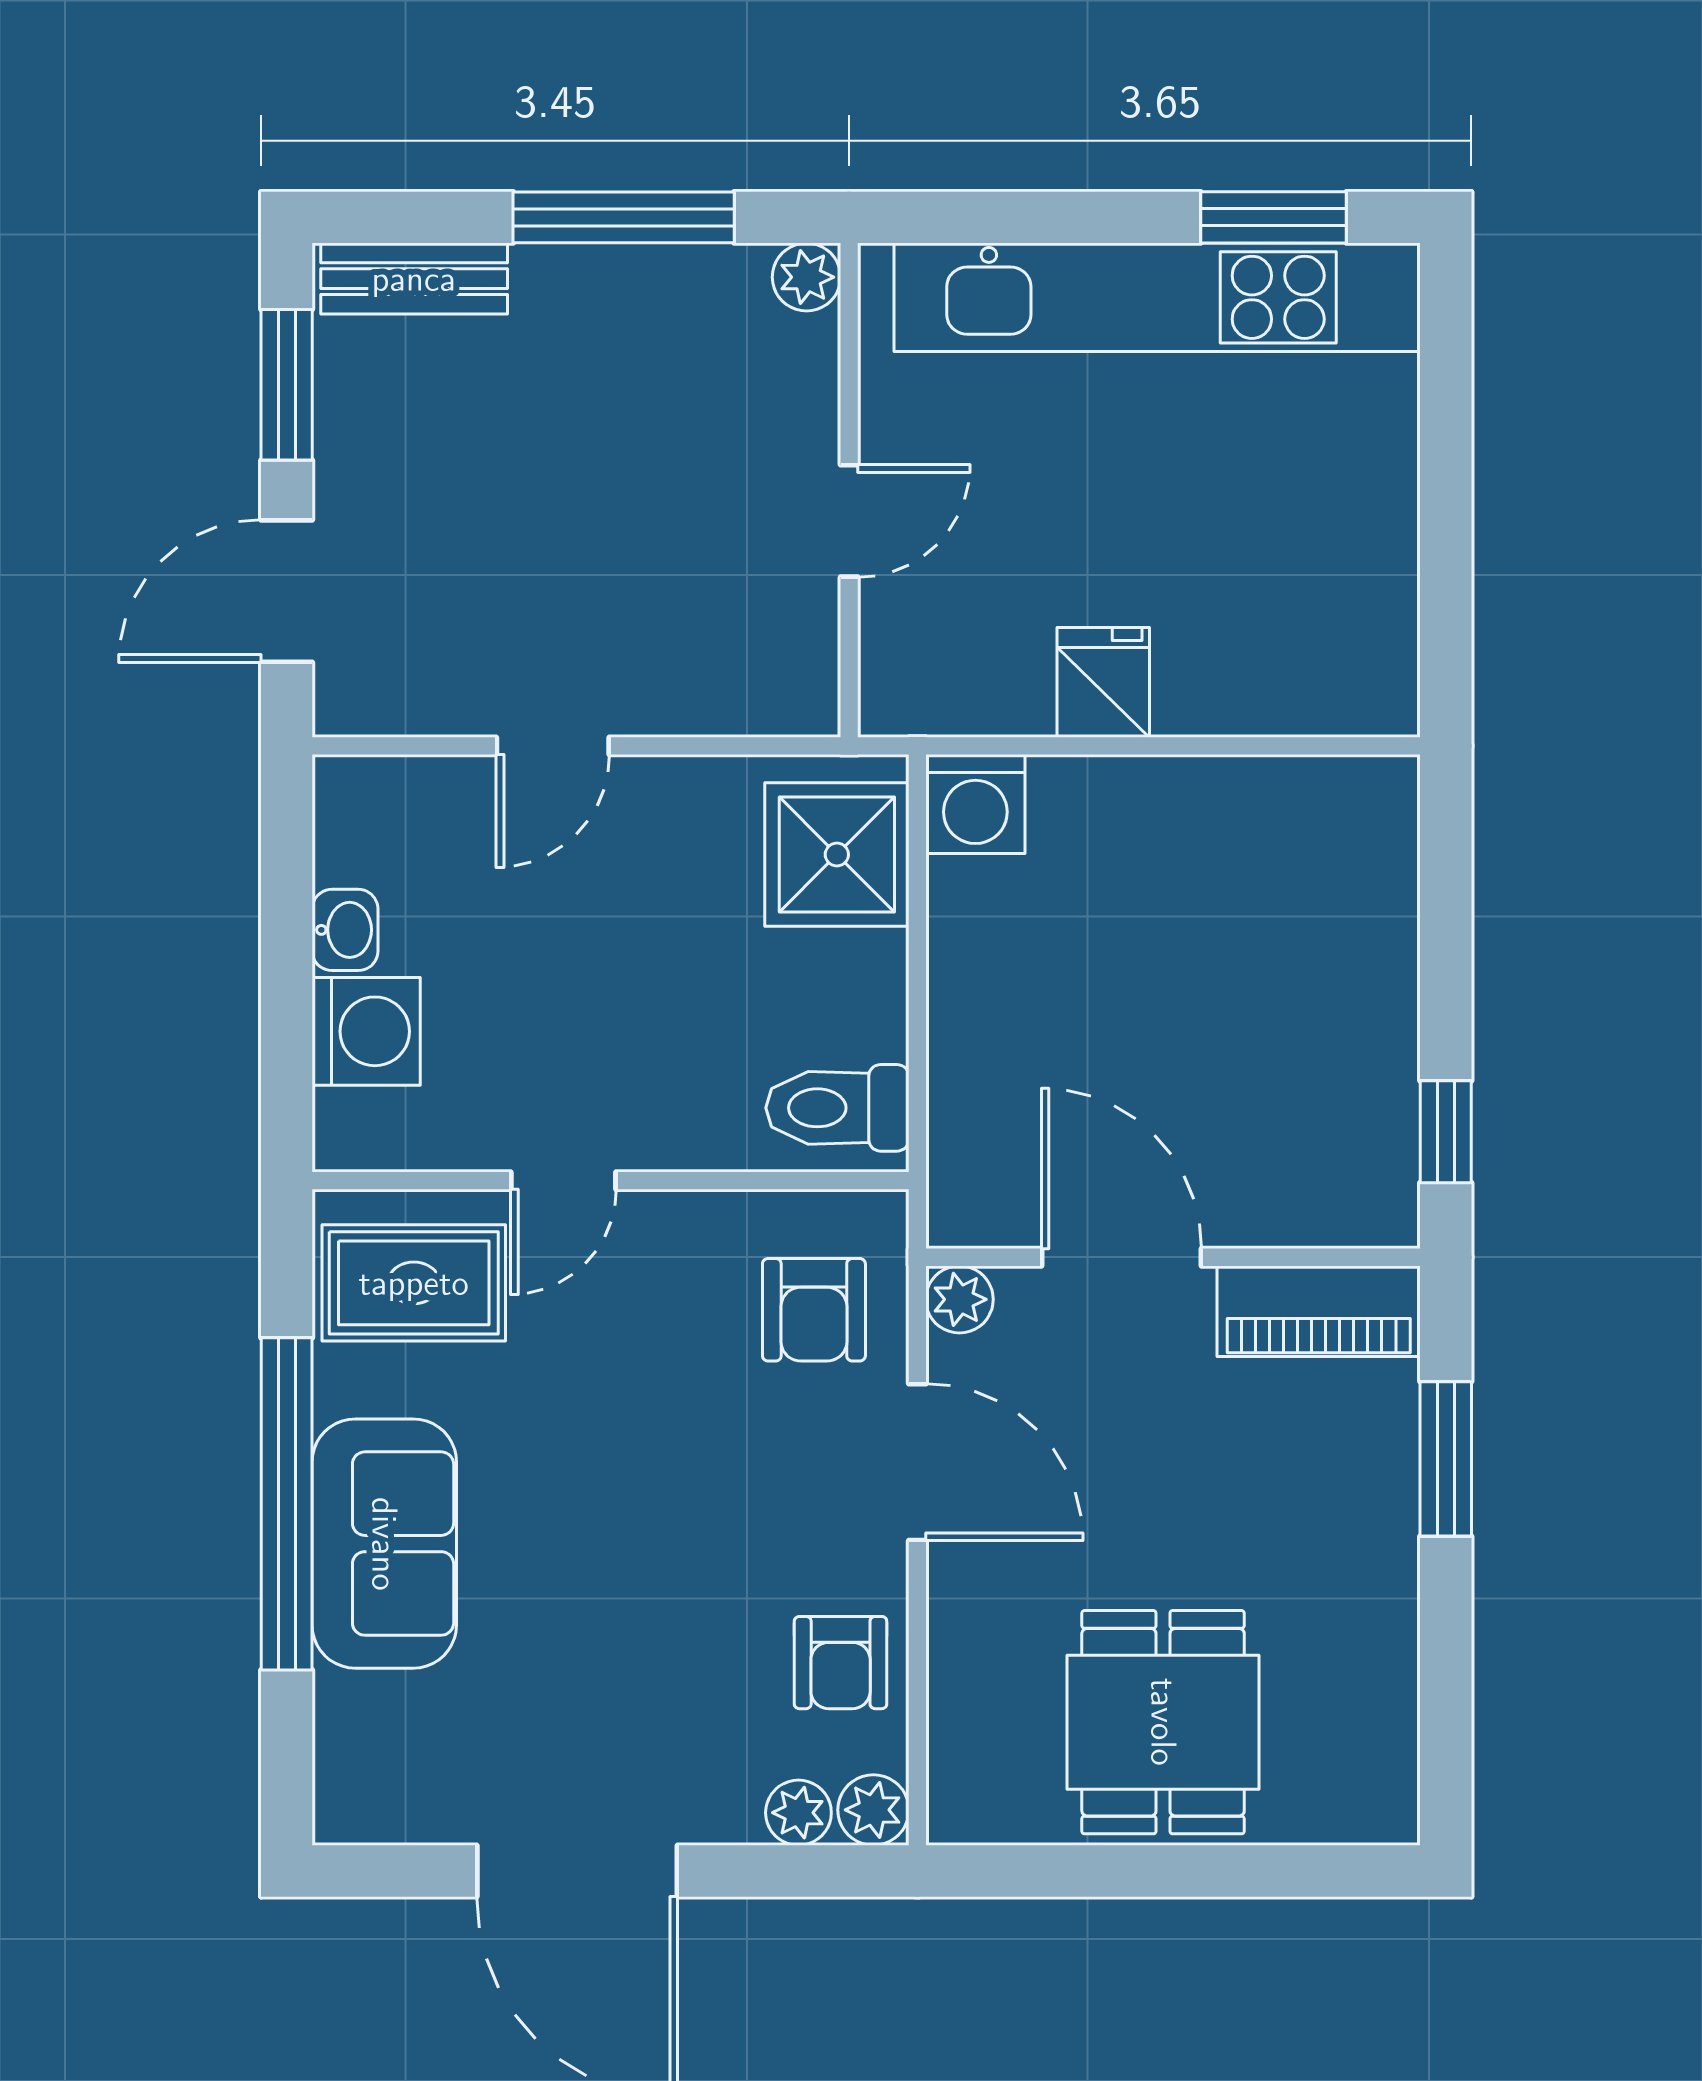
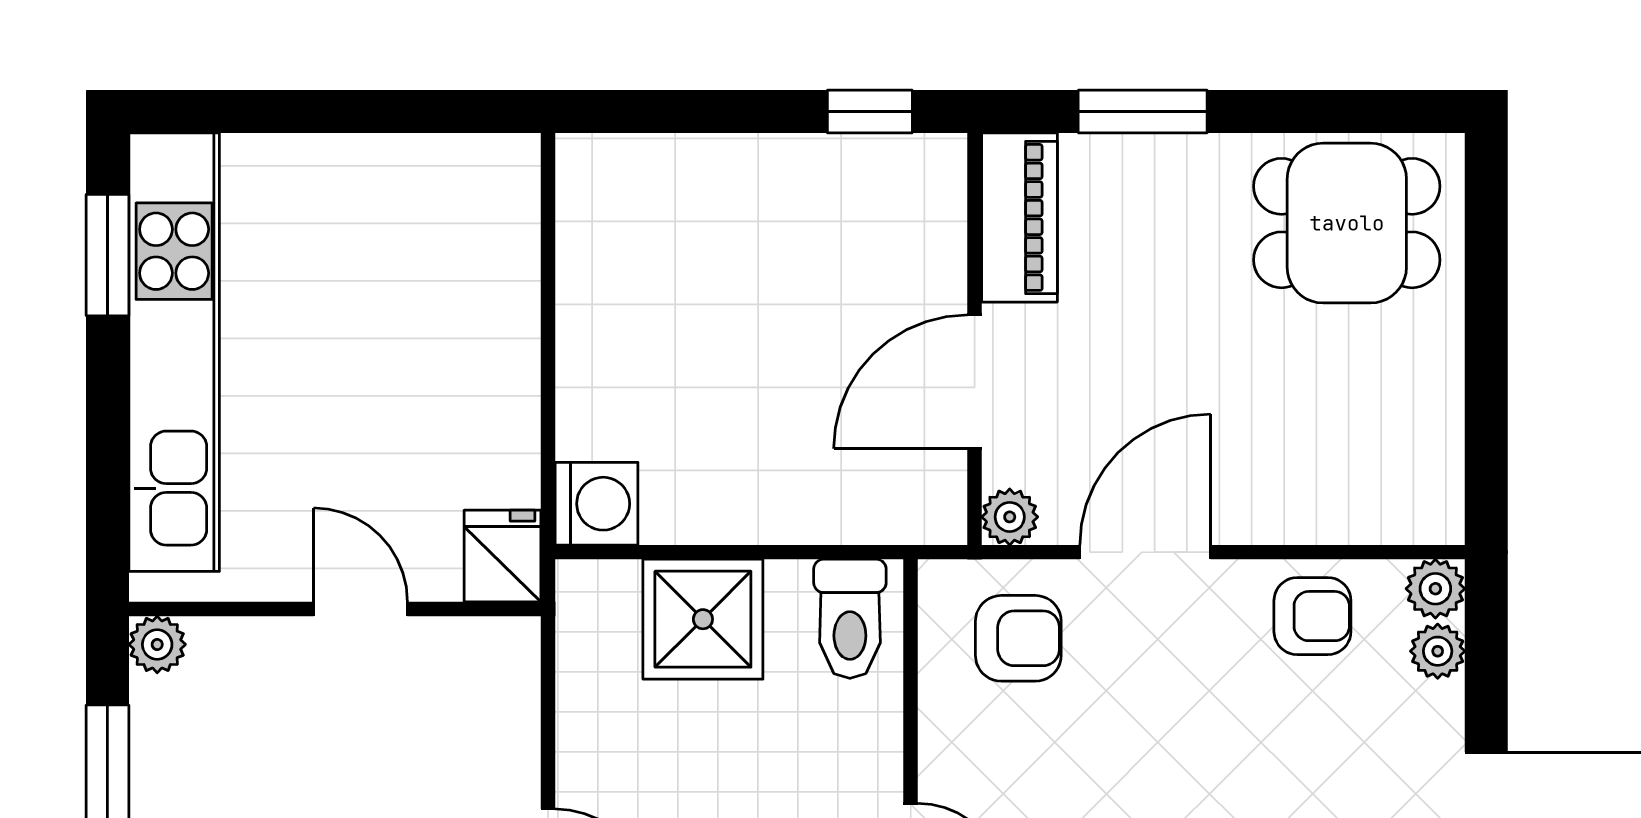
fridge: (1103, 682) -> (503, 556), moved, turned 90
shower: (837, 855) -> (703, 619), moved
dining table: (1163, 1722) -> (1347, 223), moved

